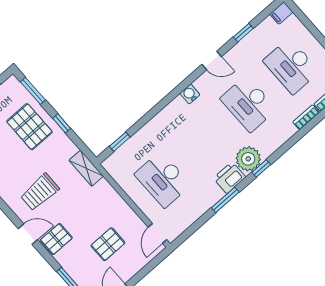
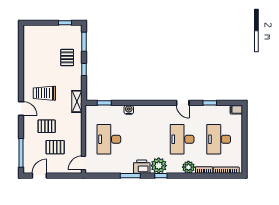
water cooler: (190, 94) -> (129, 110), moved
pallet: (29, 127) -> (67, 57), width x0.67, depth x0.71
plant: (285, 130) -> (188, 167), added
pallet: (56, 239) -> (47, 126), moved

